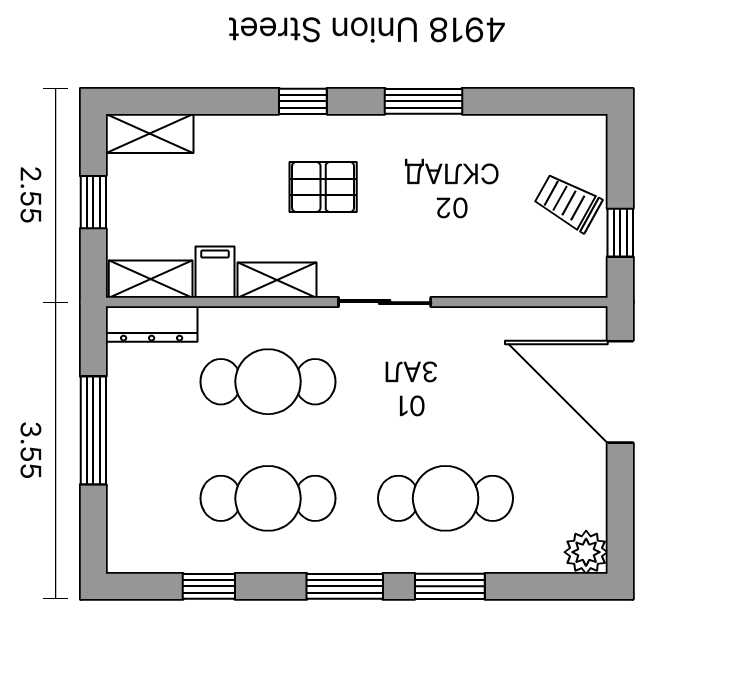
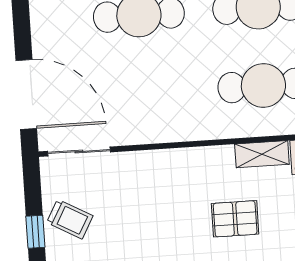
window: (620, 233) -> (35, 232), moved
sliding door: (385, 302) -> (79, 152), moved

